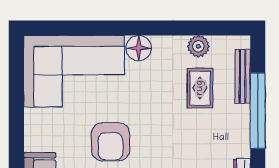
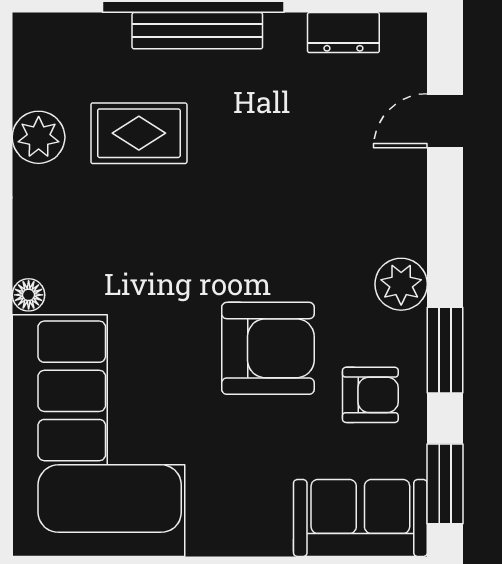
floor lamp: (139, 48) -> (29, 295), width x0.53, depth x0.53
bench: (243, 76) -> (197, 31), moved

